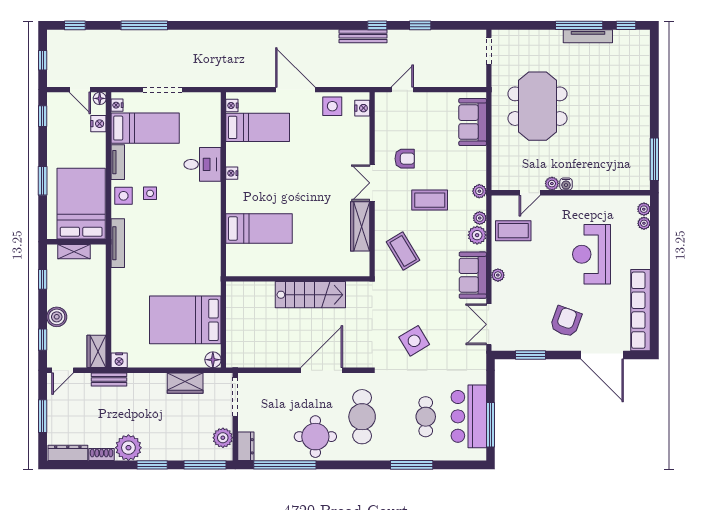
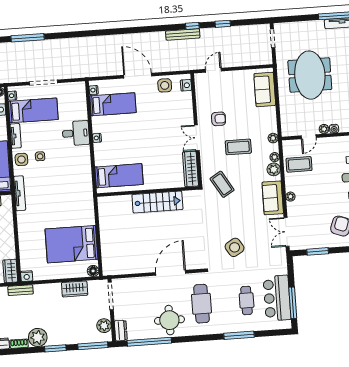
wall: (298, 279) -> (148, 192), moved
stairs: (310, 295) -> (157, 202), moved

